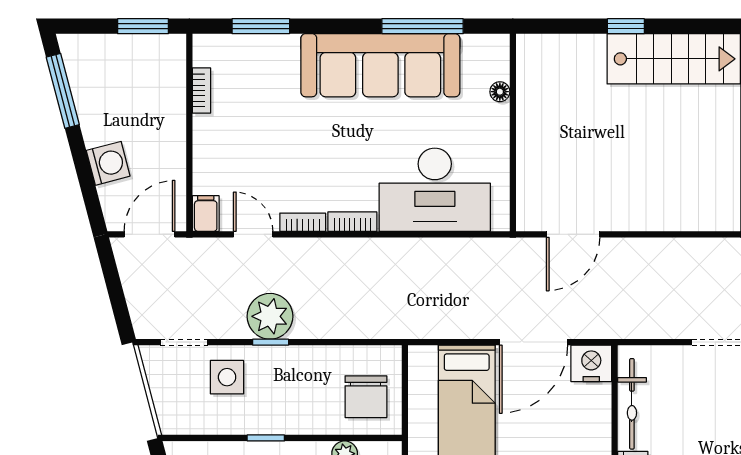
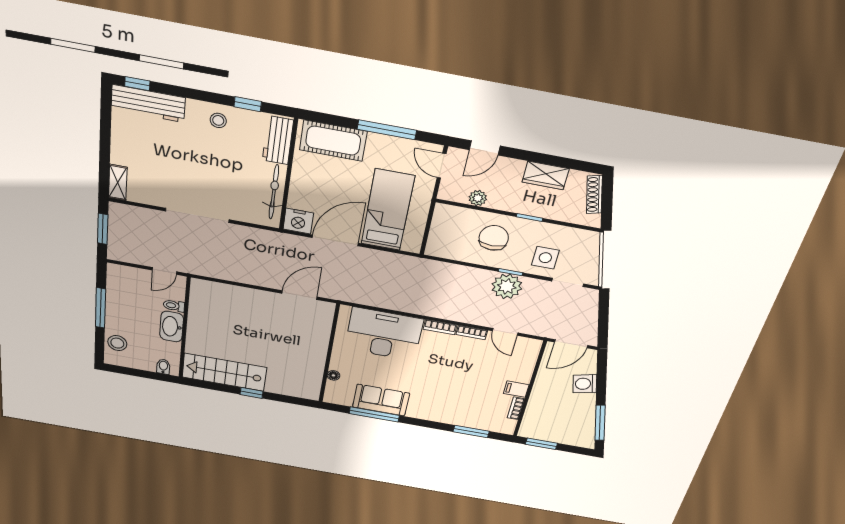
sofa: (380, 65) -> (381, 400), width x0.54, depth x0.79
filing cabinet: (206, 214) -> (516, 389), moved, turned 90
chair: (366, 397) -> (494, 238), moved

